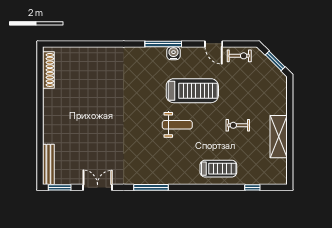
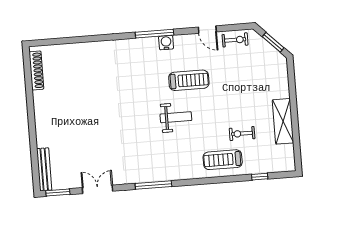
treadmill: (192, 91) -> (189, 80), width x0.73, depth x0.73
exercise bike: (238, 125) -> (242, 134), moved
treadmill: (218, 169) -> (223, 160), turned 180

